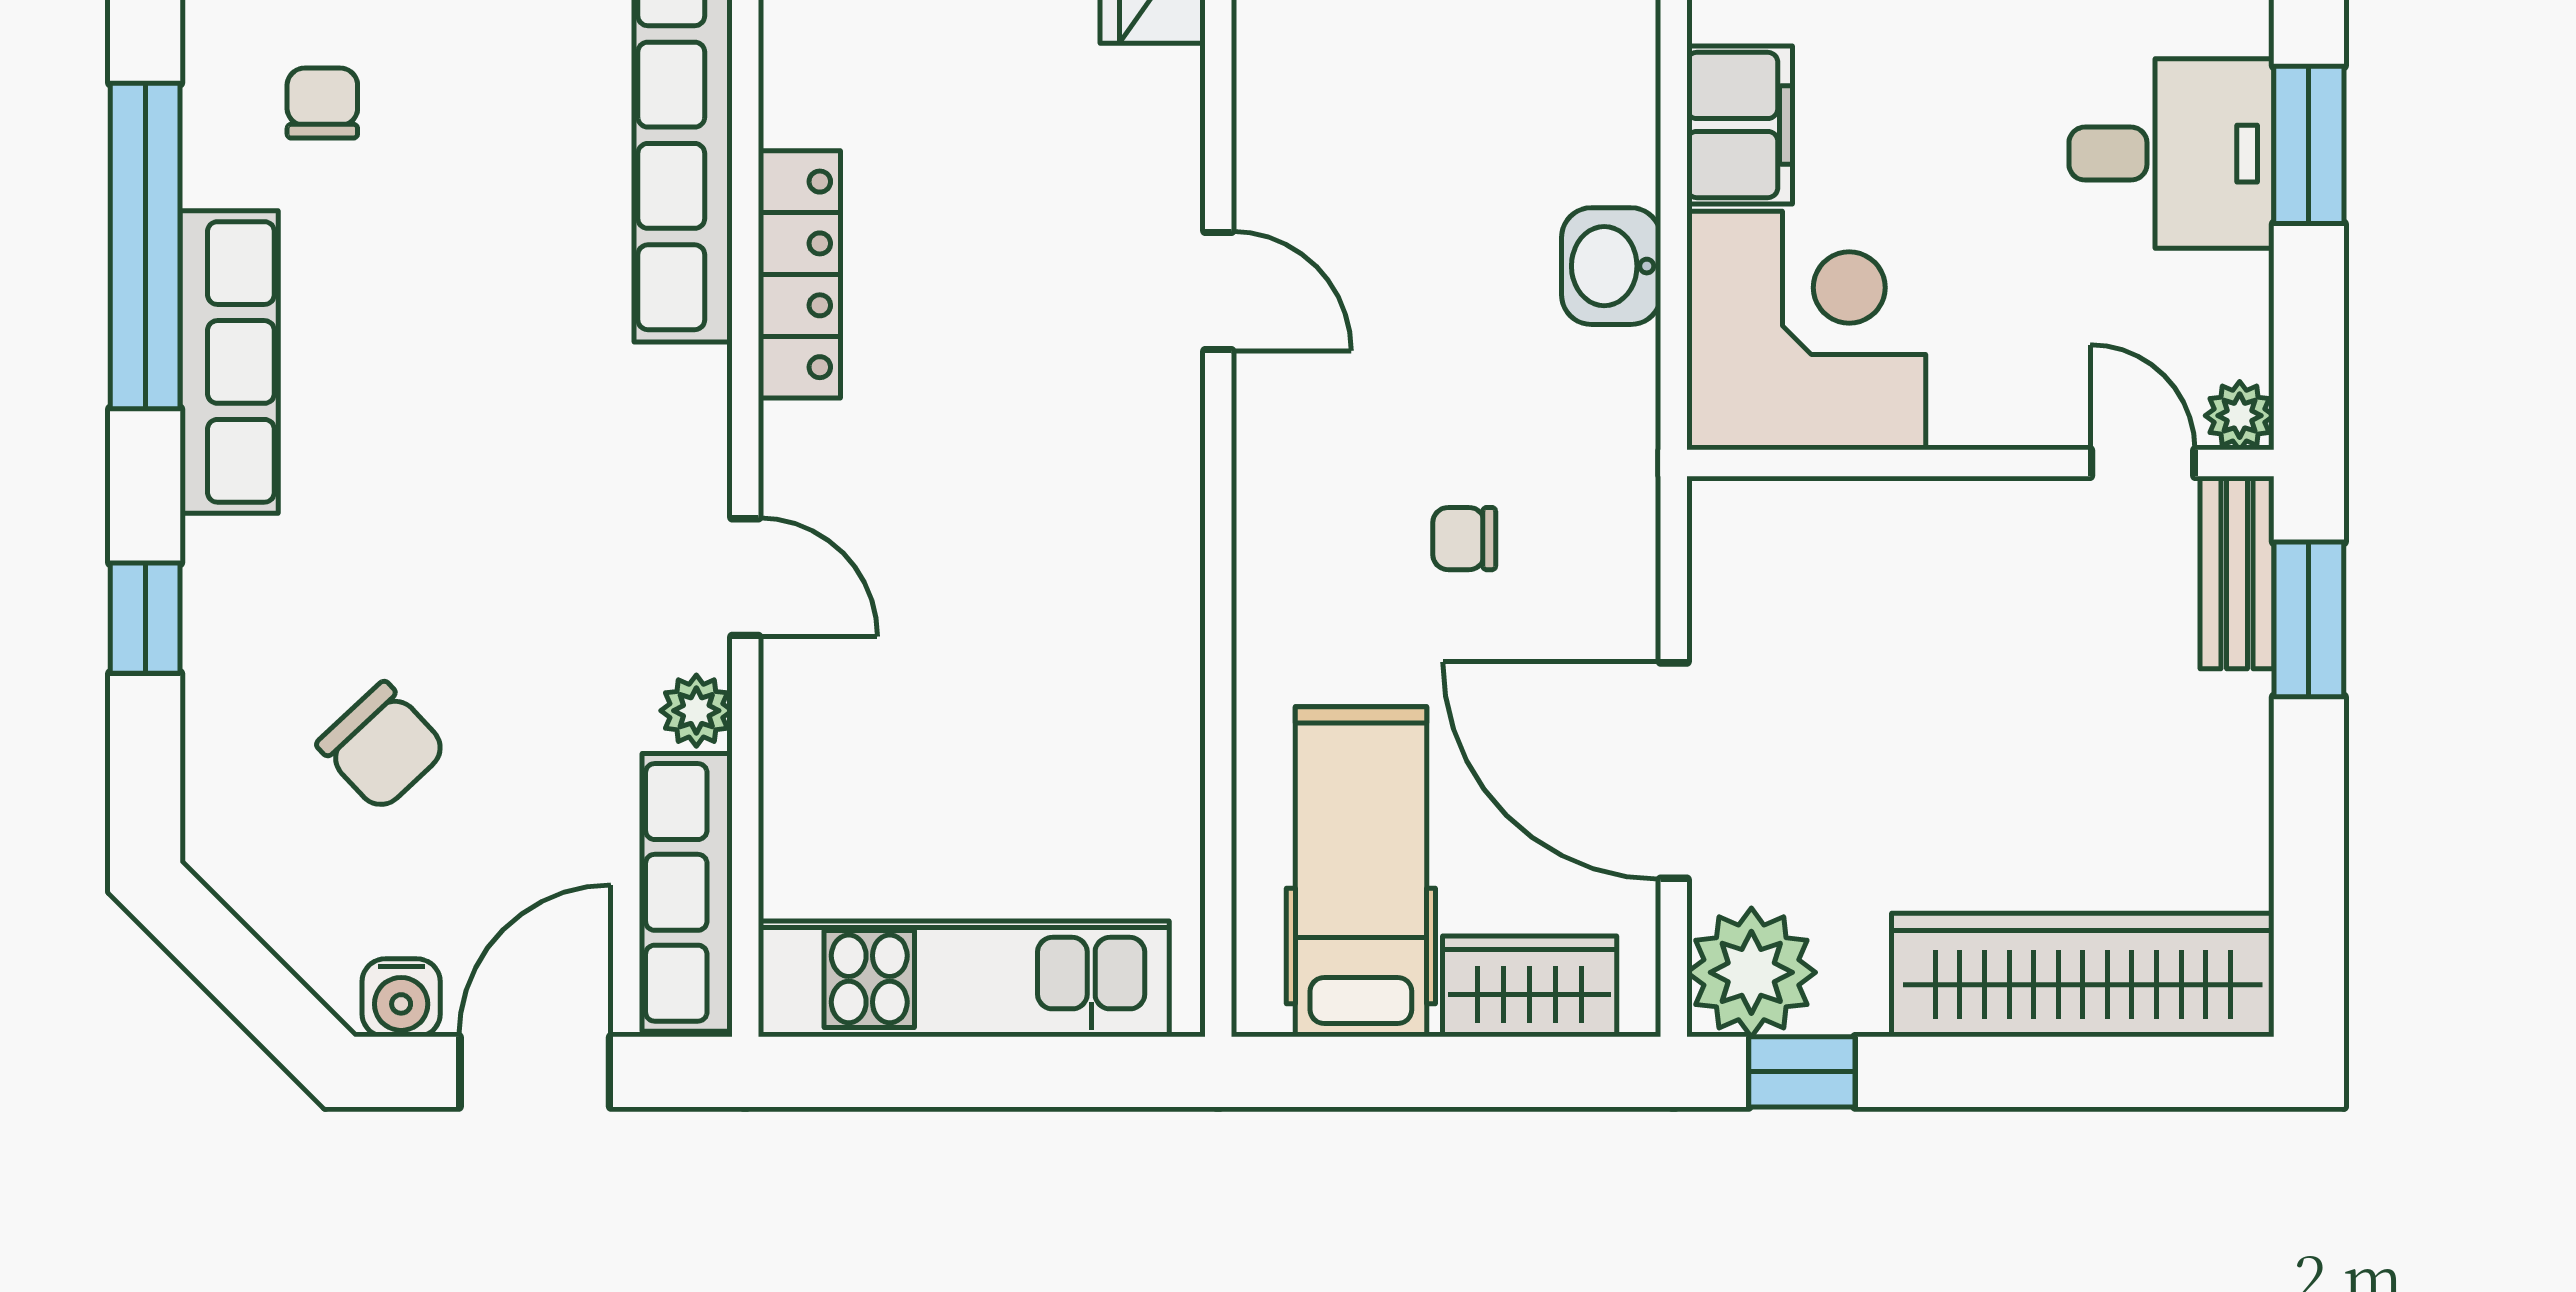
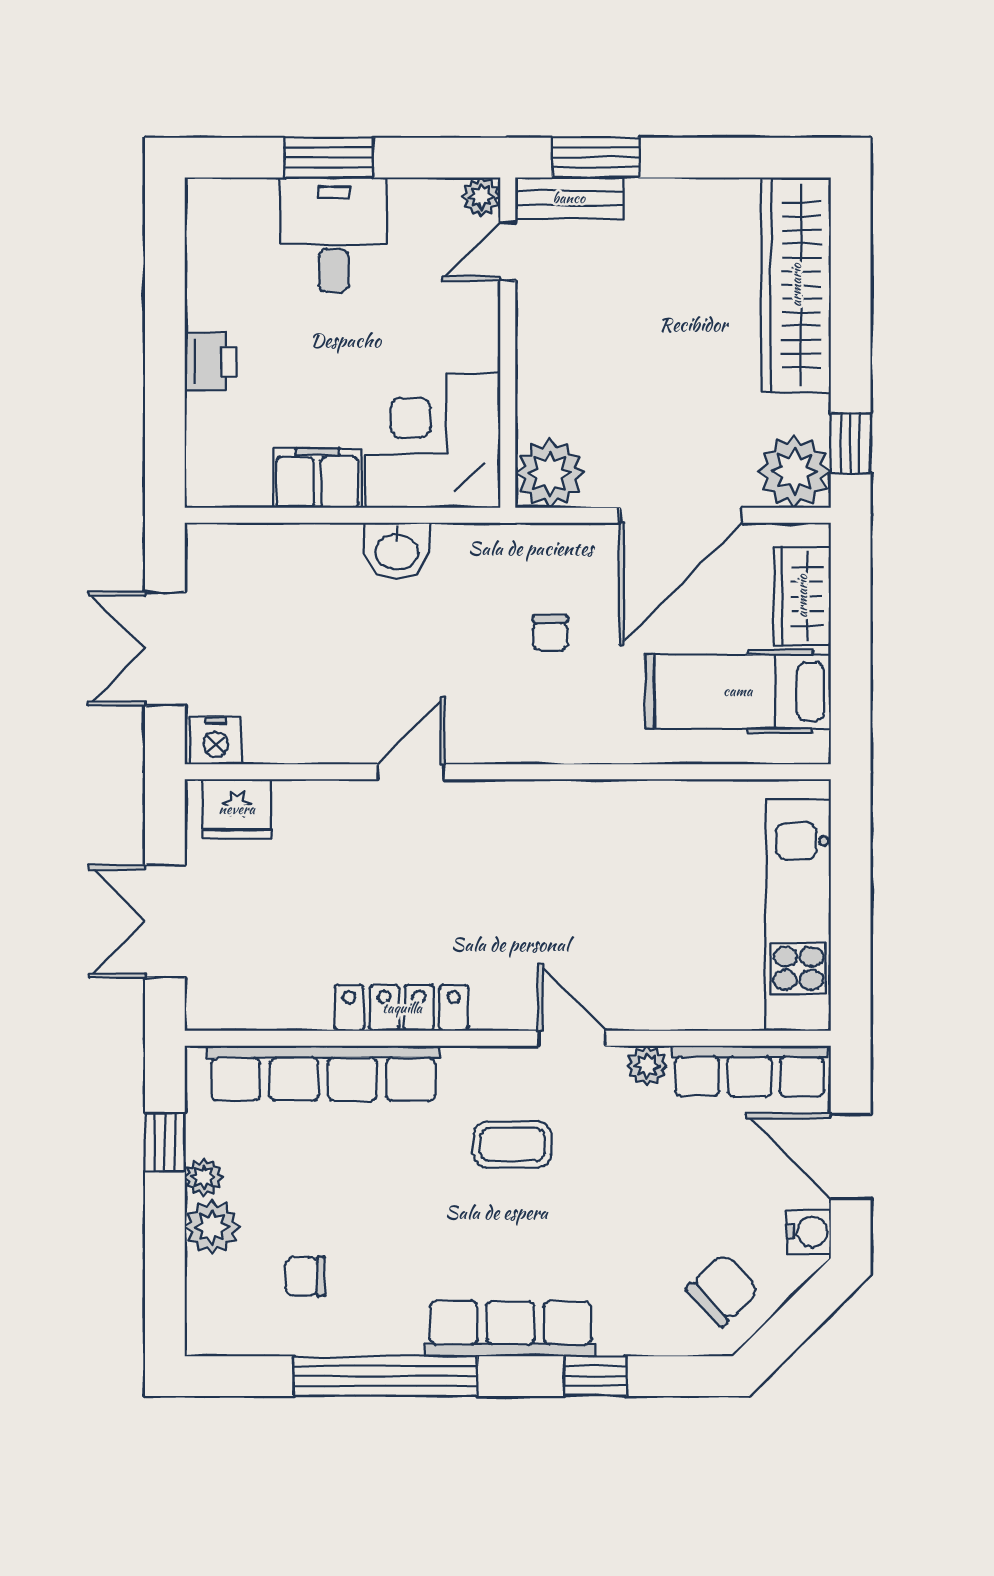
row of seats: (229, 362) -> (510, 1329), moved
coffee table: (556, 471) -> (512, 1145), added
plant: (1748, 537) -> (550, 473), added
door: (745, 577) -> (572, 1038), hinge flipped
chair: (382, 747) -> (723, 1290), moved

